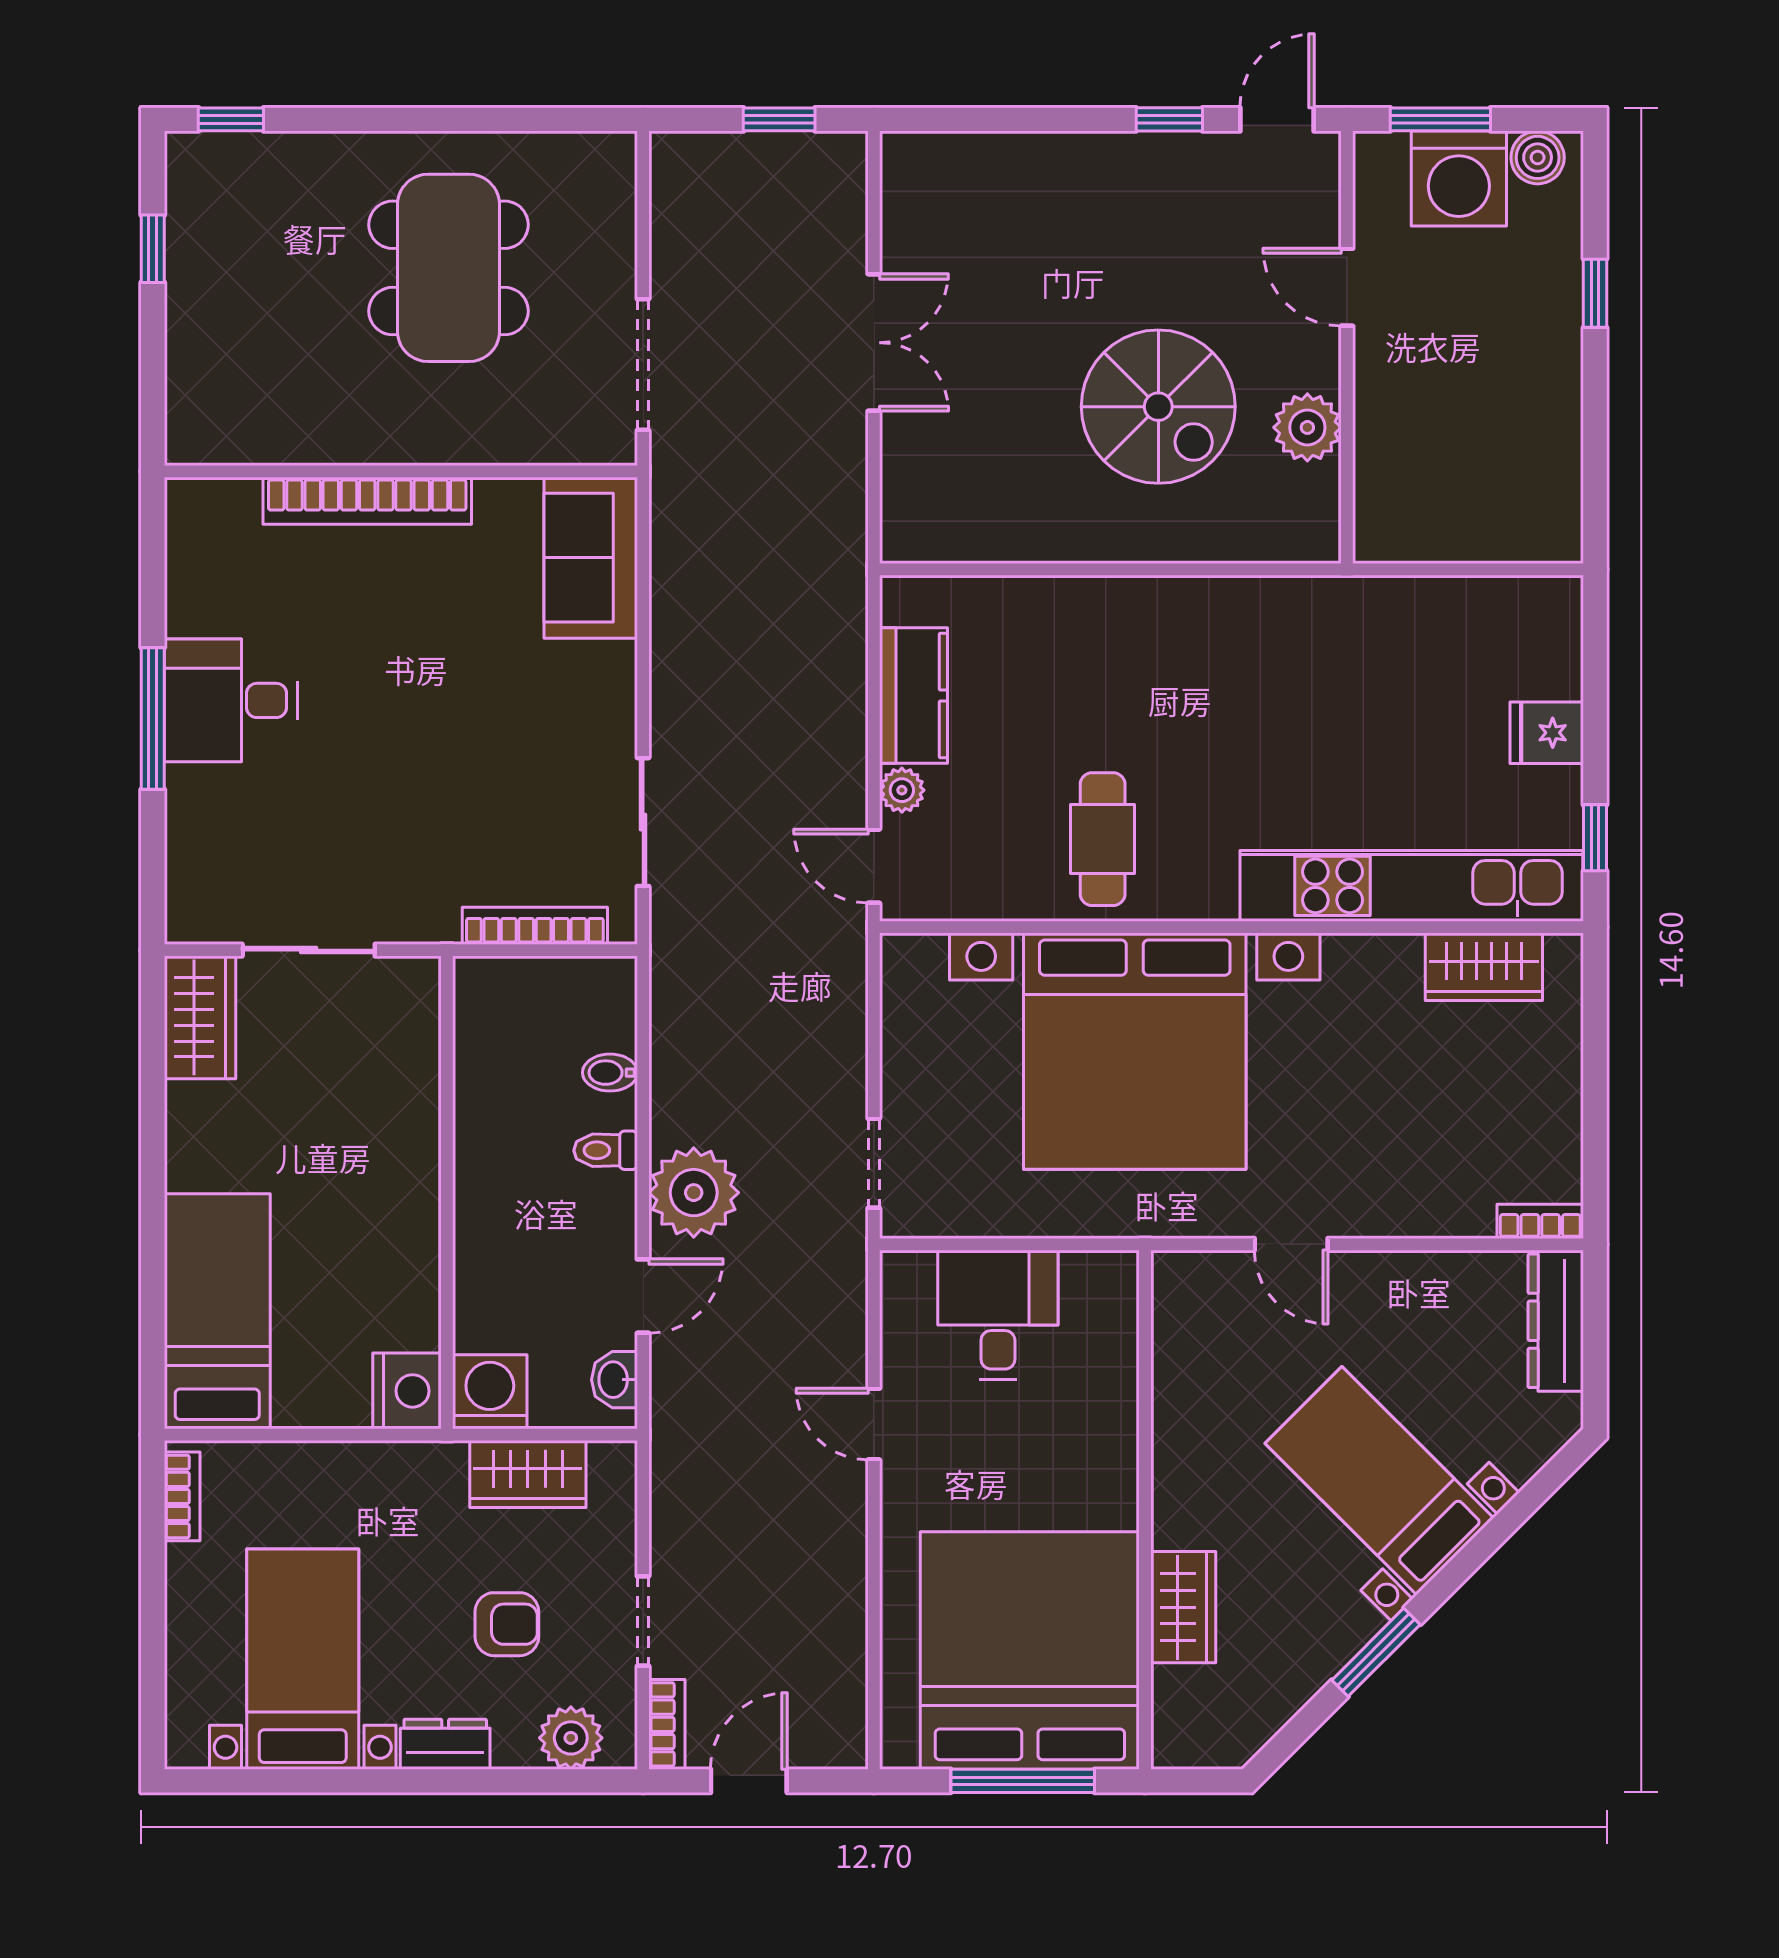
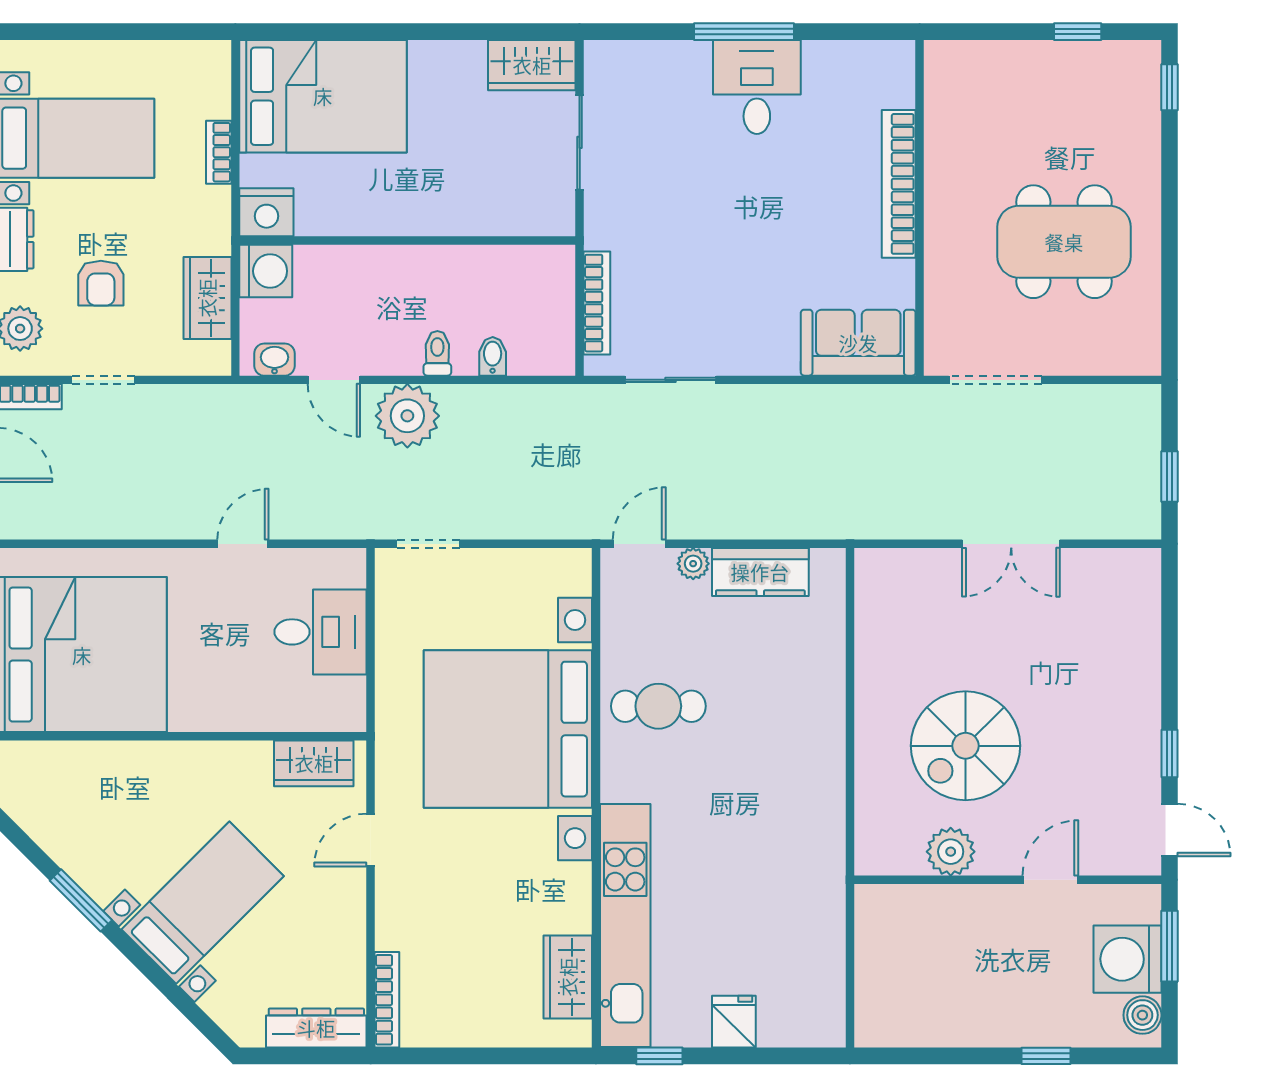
bookcase: (1540, 1221) -> (387, 1000), width x1.56
bed: (217, 1311) -> (323, 96), width x1.50
bookcase: (182, 1496) -> (219, 152), moved, turned 90
wardrobe: (1183, 1607) -> (314, 763), moved

